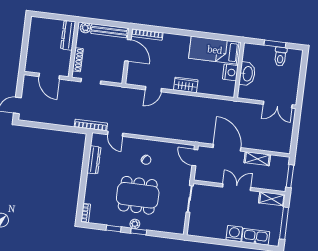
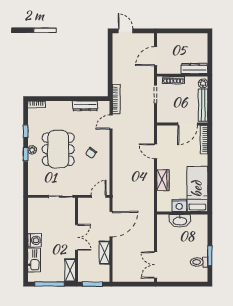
bed: (215, 50) -> (197, 189), moved
wall: (239, 70) -> (182, 213), moved
nightstand: (230, 72) -> (179, 205), moved
washbasin: (247, 74) -> (180, 221), moved

